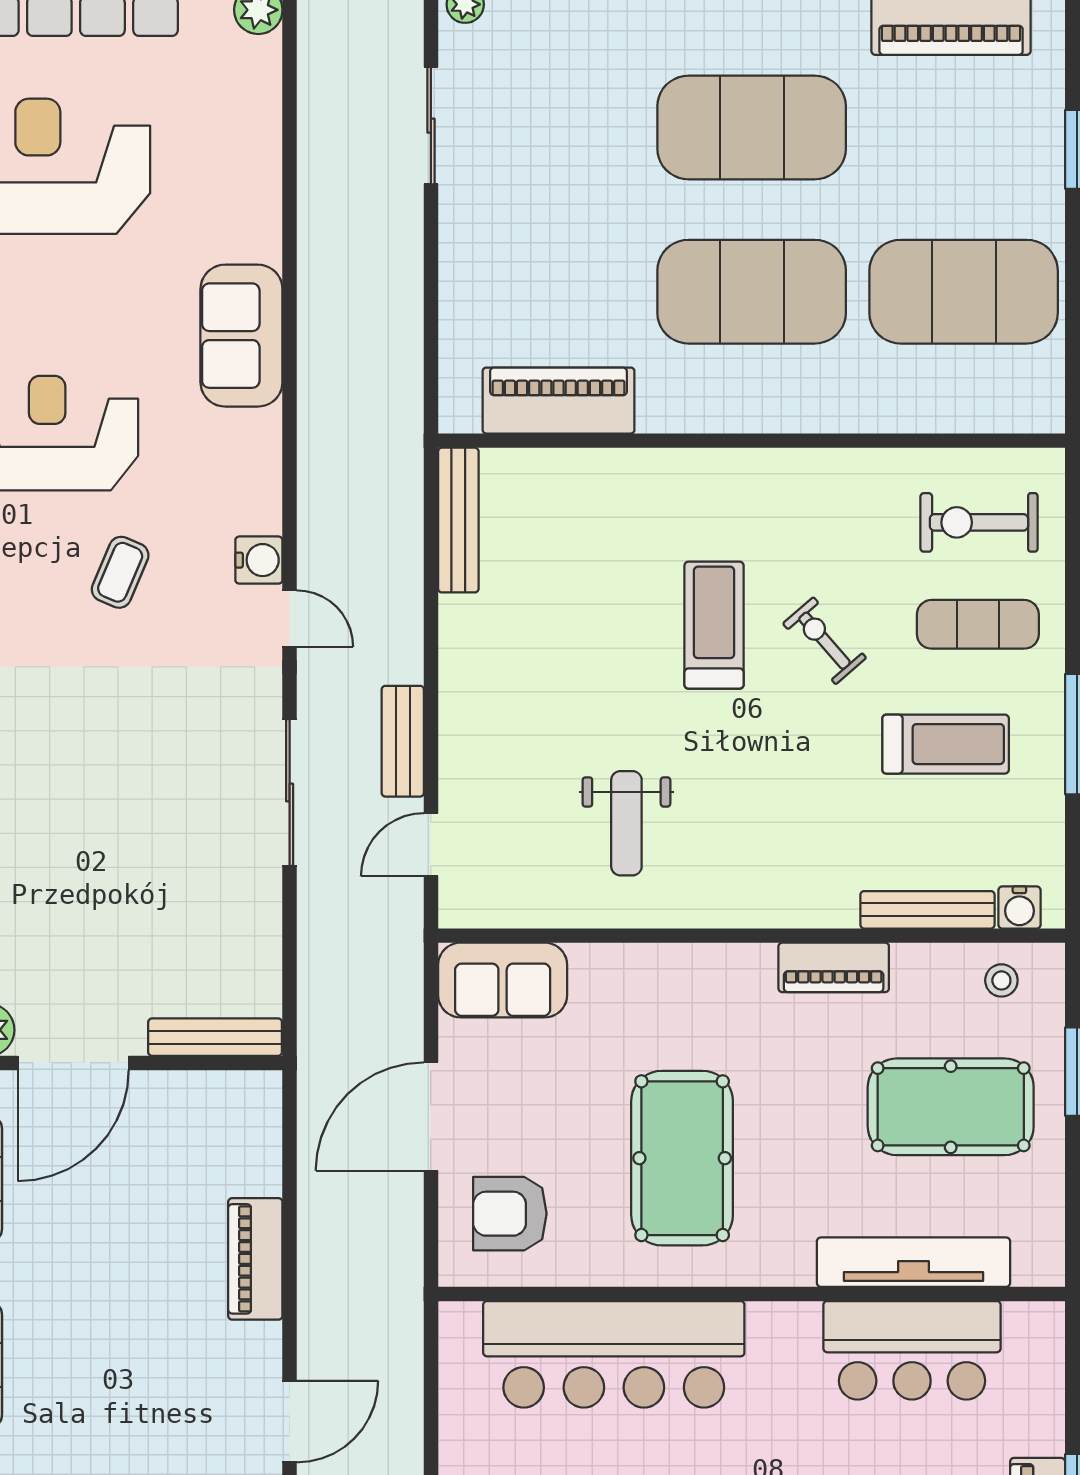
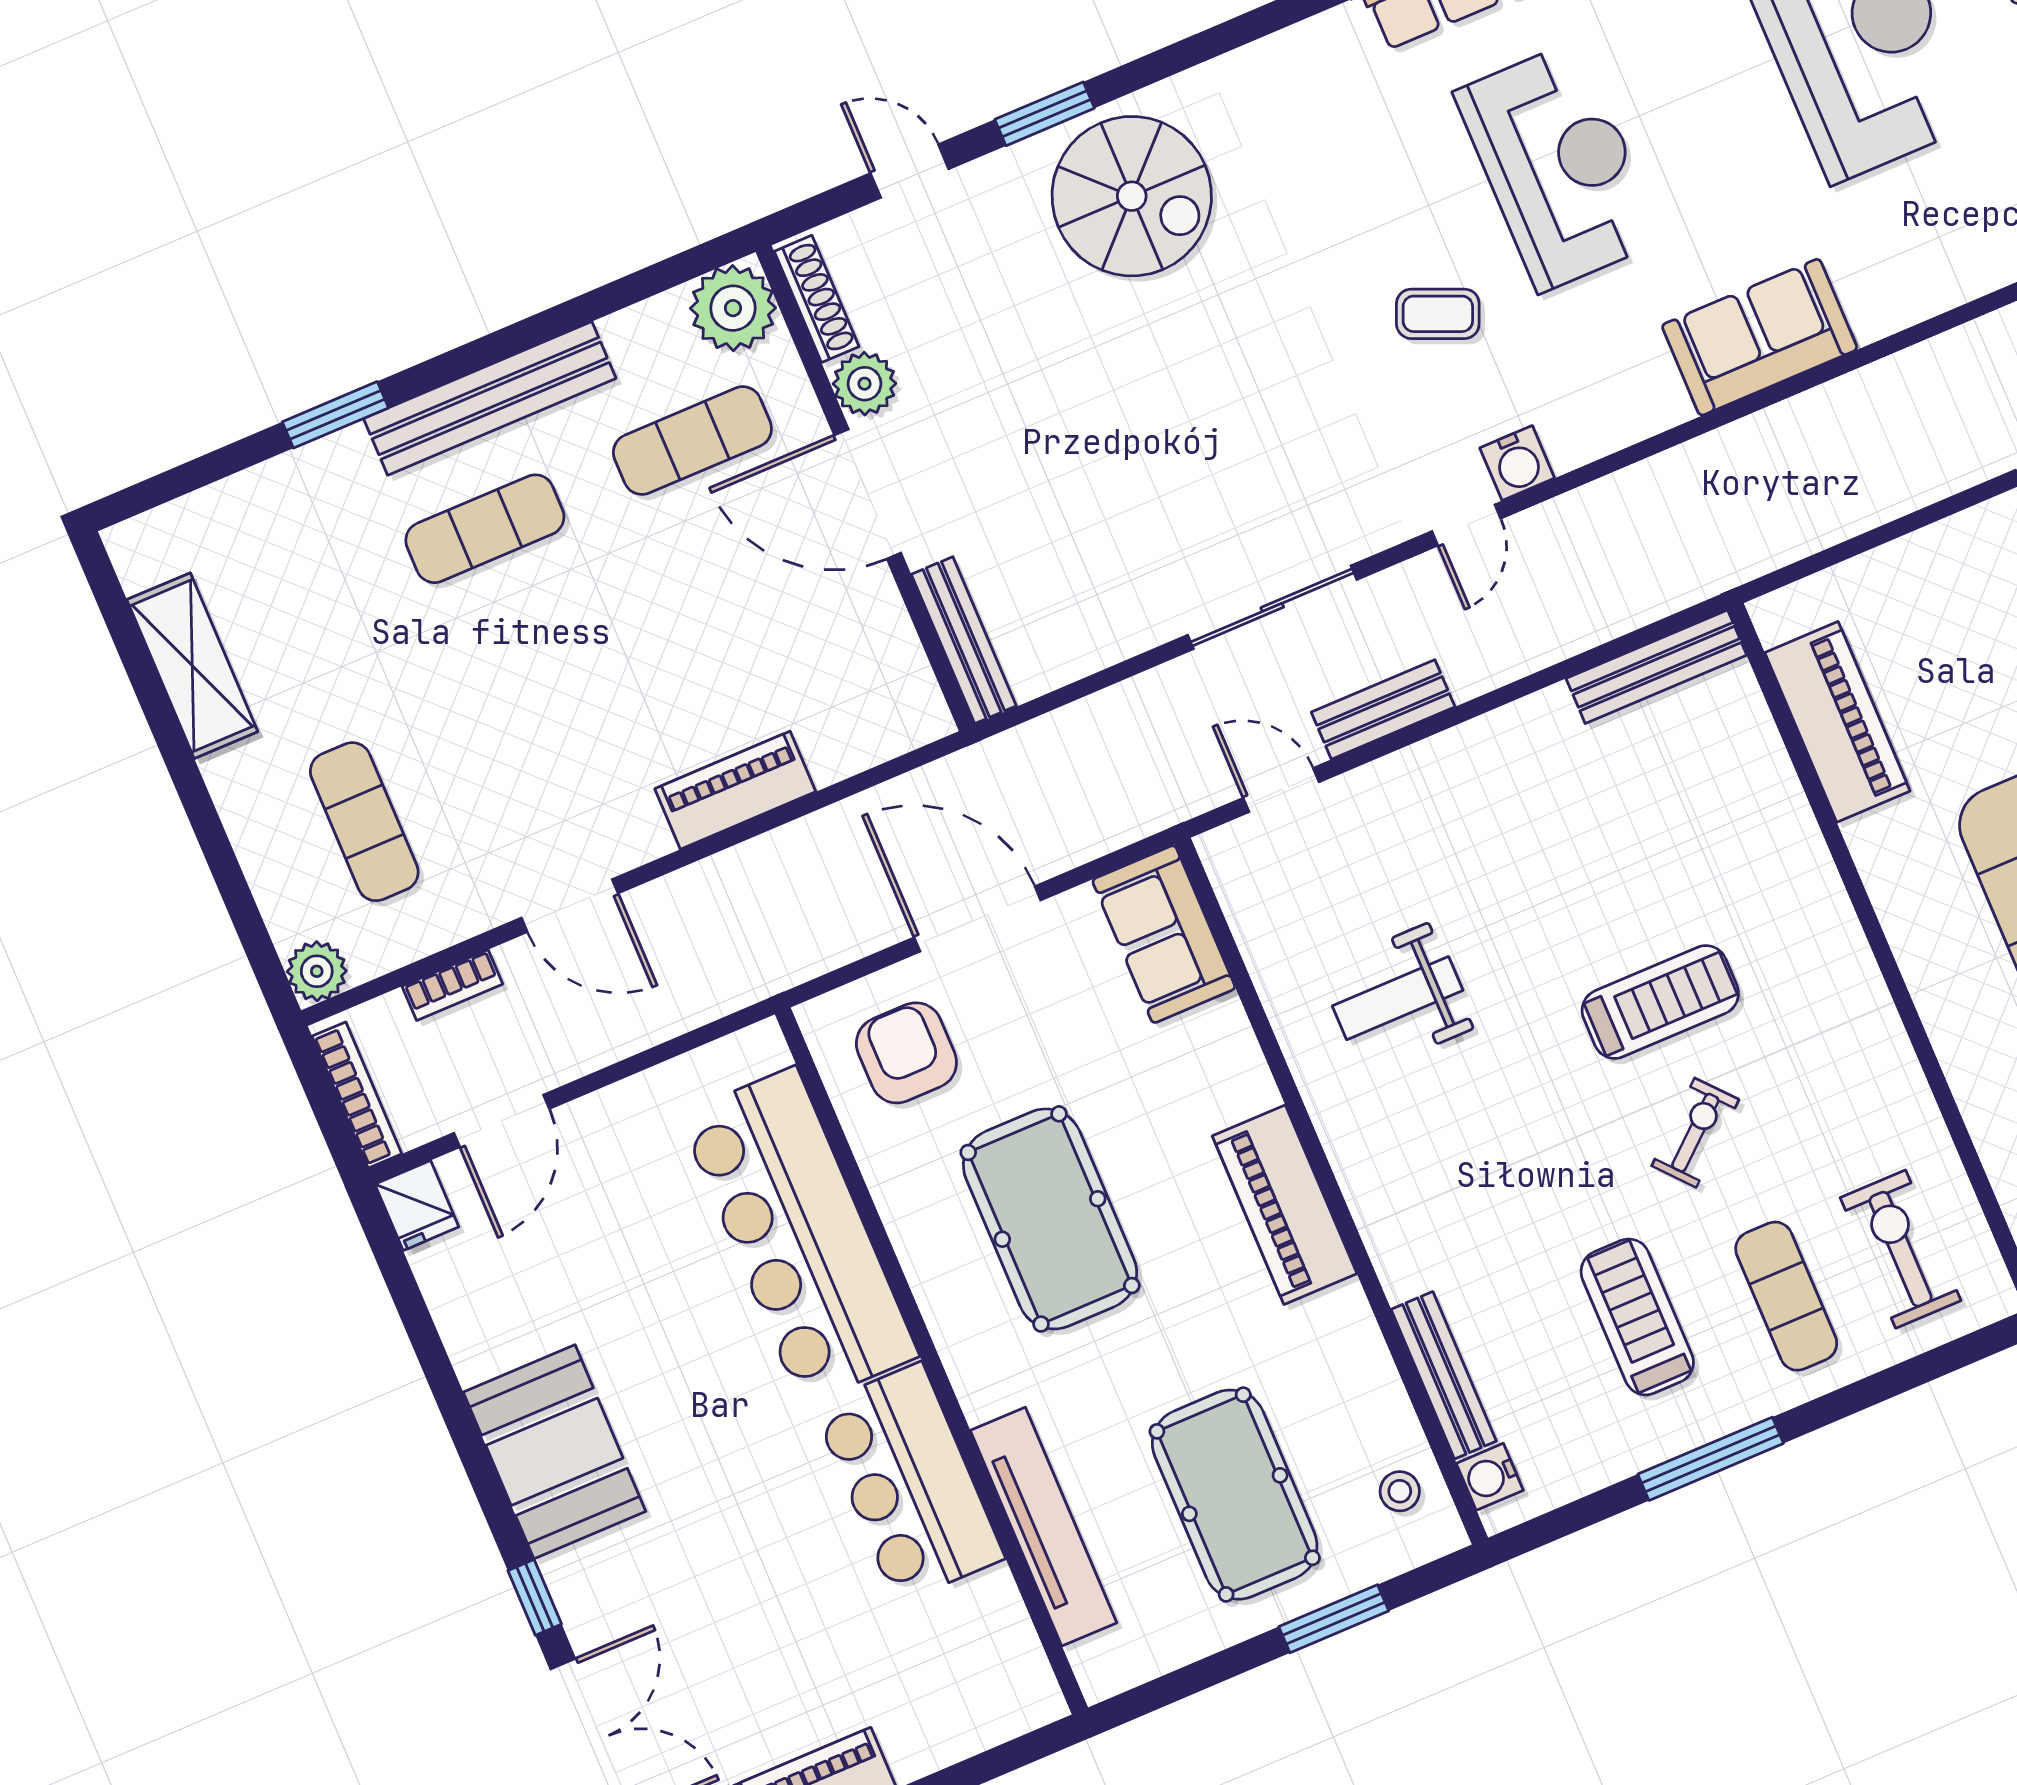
treadmill: (946, 744) -> (1637, 1317), turned 180
piano: (834, 967) -> (1285, 1205), moved, width x1.37, depth x1.33
pool table: (682, 1158) -> (1050, 1219), turned 90
bar counter: (912, 1350) -> (909, 1483), moved

